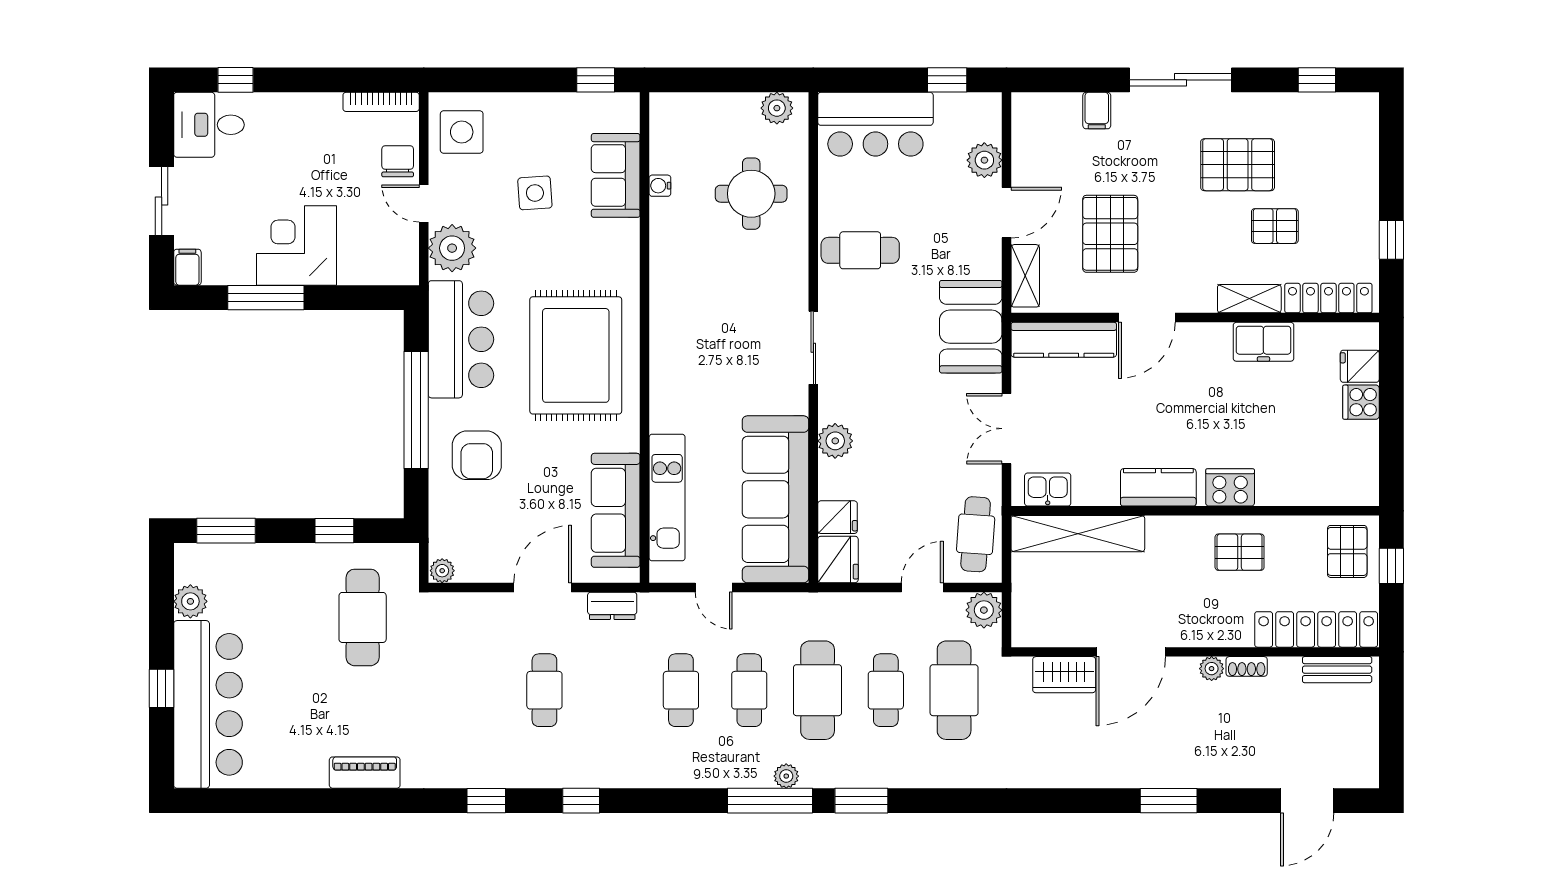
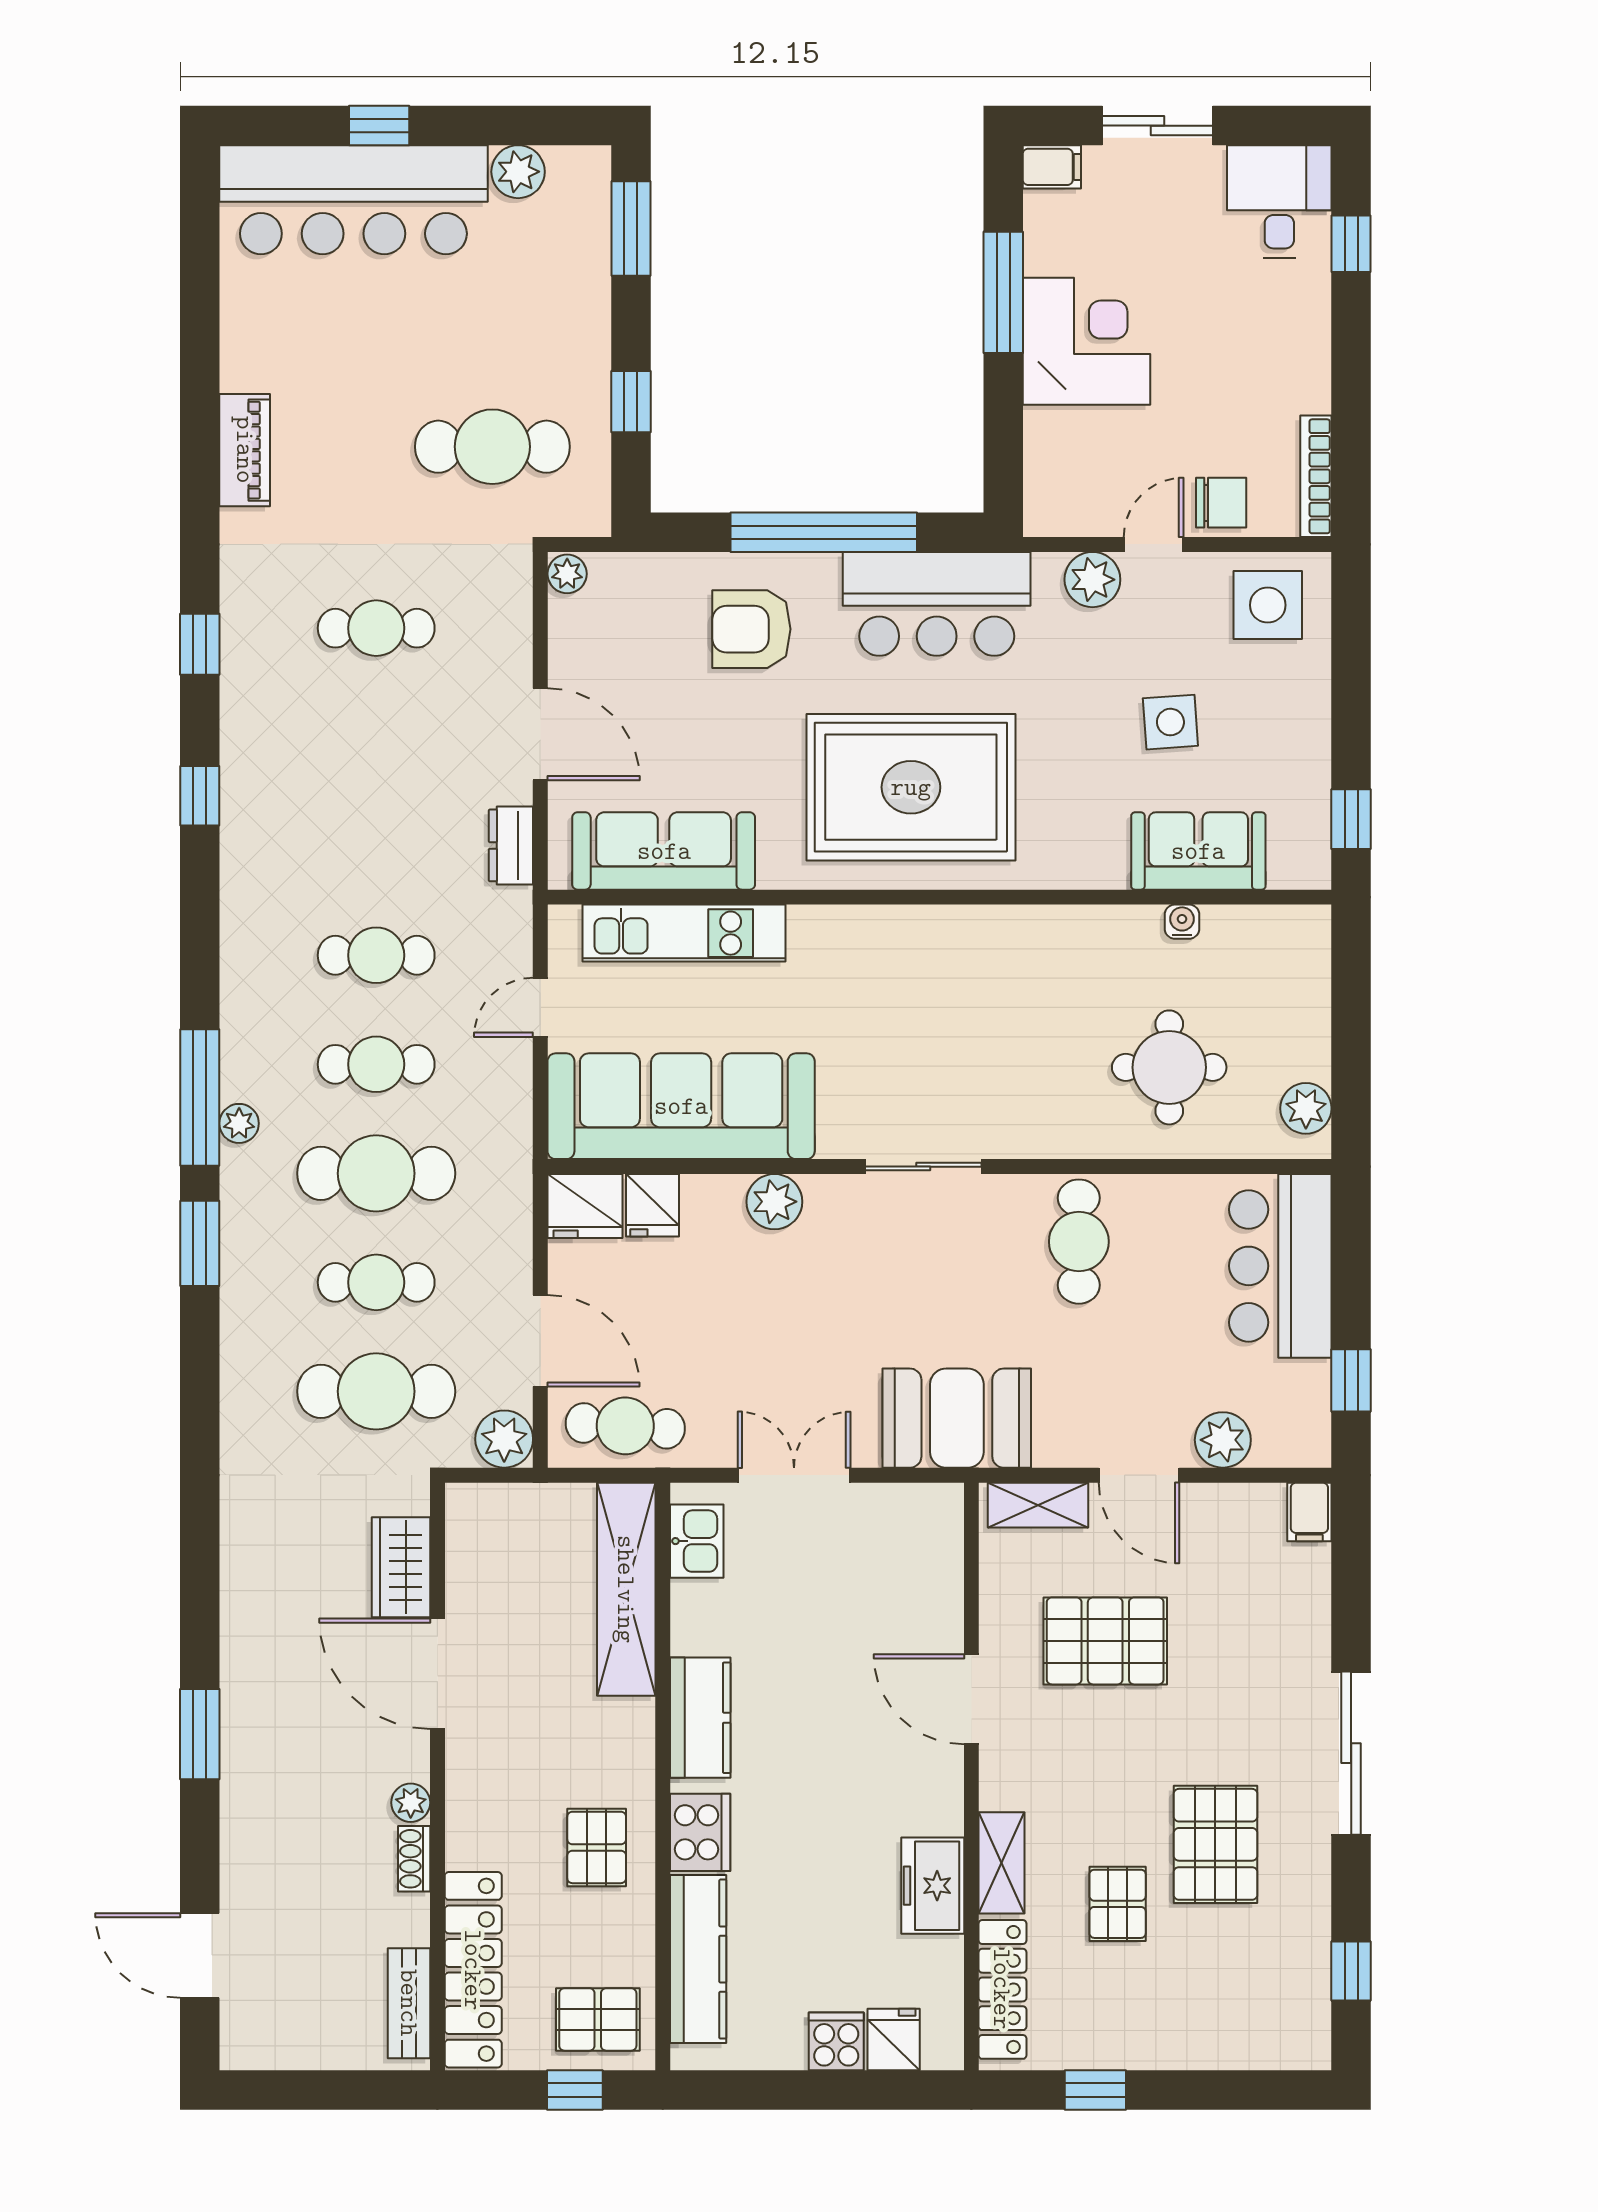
filing cabinet: (1097, 111) -> (1309, 1512), moved, turned -90
plant: (452, 248) -> (1092, 580), width x0.73, depth x0.73
kitchen counter: (1064, 340) -> (698, 1959), moved, turned 180
door: (922, 587) -> (540, 1341), width x1.38
cafe table: (544, 690) -> (376, 628), moved

